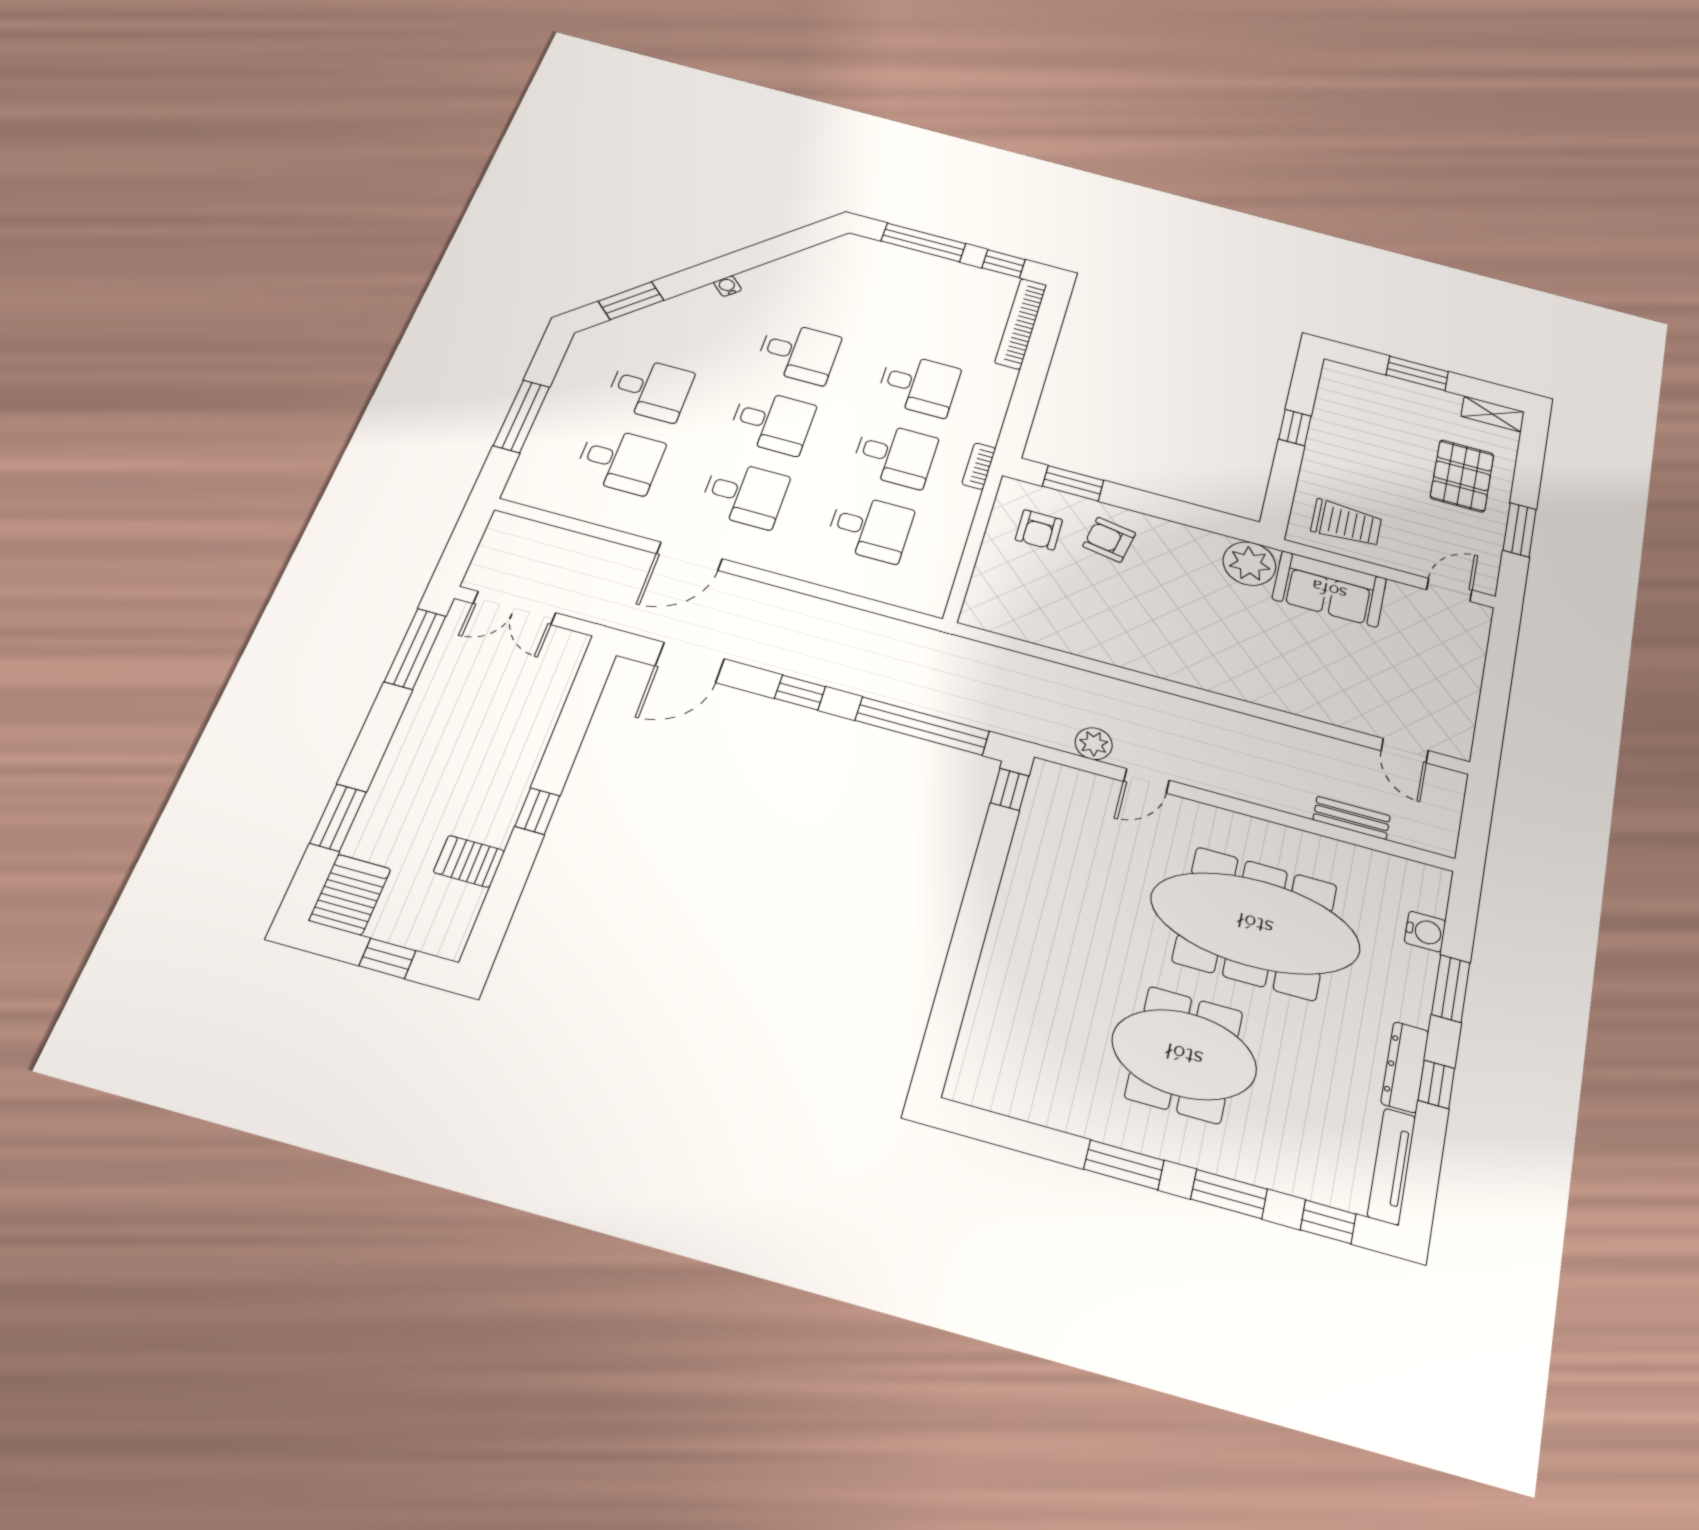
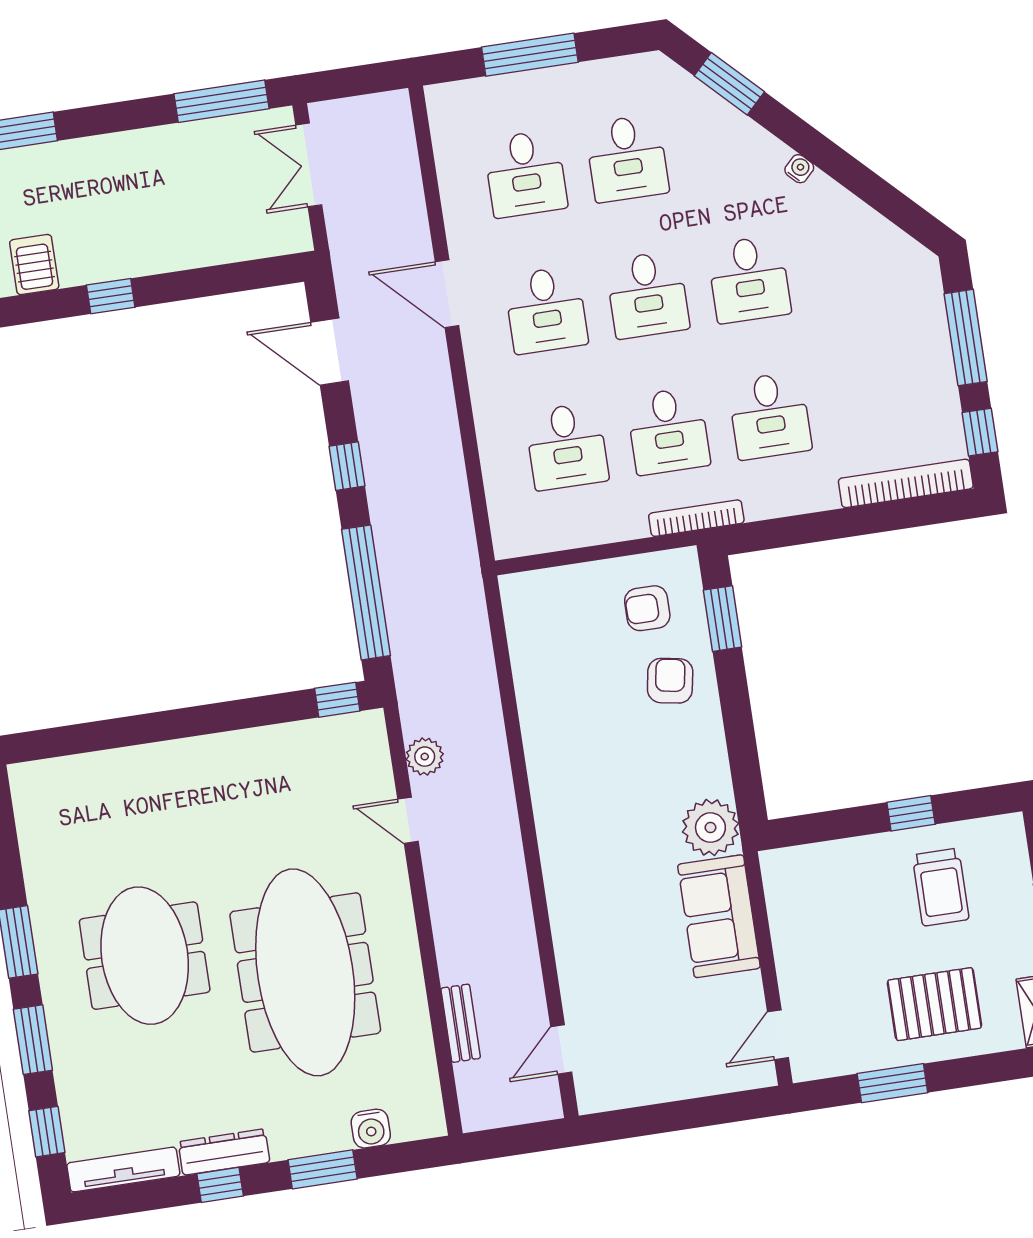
bookcase: (979, 466) -> (696, 518), width x1.56
trolley: (1346, 523) -> (941, 887), moved
door: (1449, 590) -> (778, 1035), swing flipped

